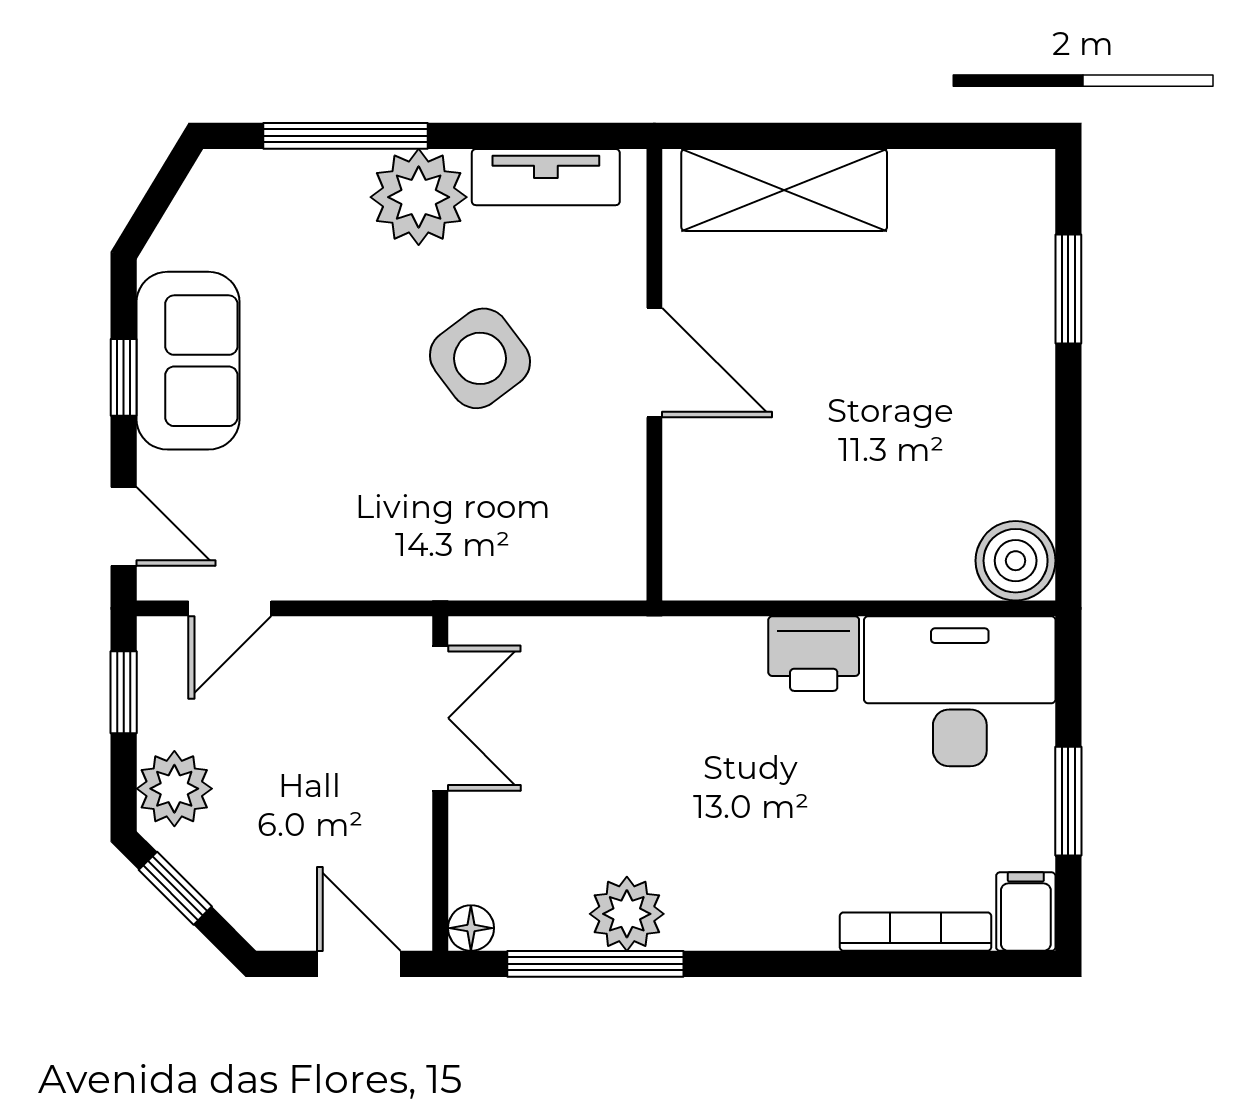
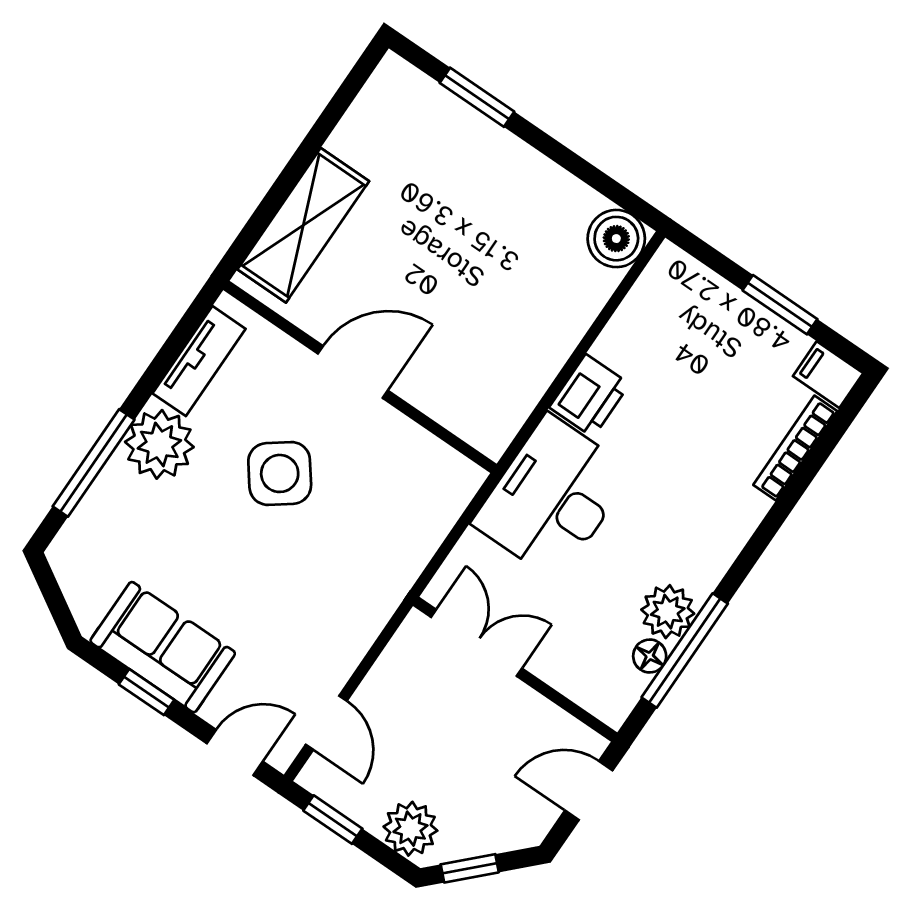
desk: (960, 691) -> (553, 497), moved
floor lamp: (471, 928) -> (650, 656), moved

